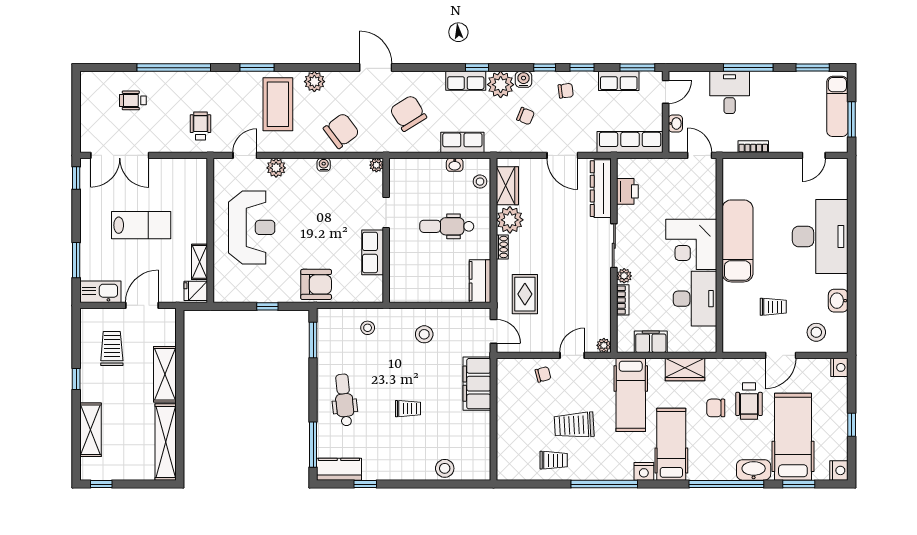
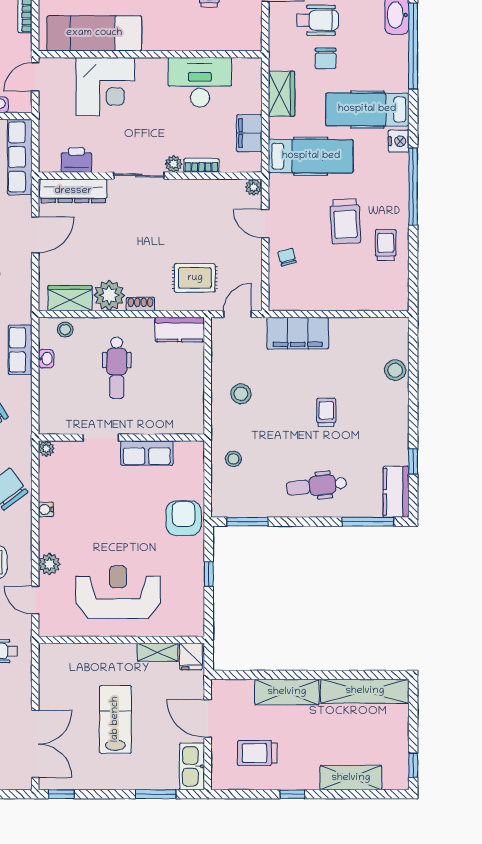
exam couch: (737, 241) -> (94, 33), moved
corner desk: (691, 244) -> (105, 87), moved

